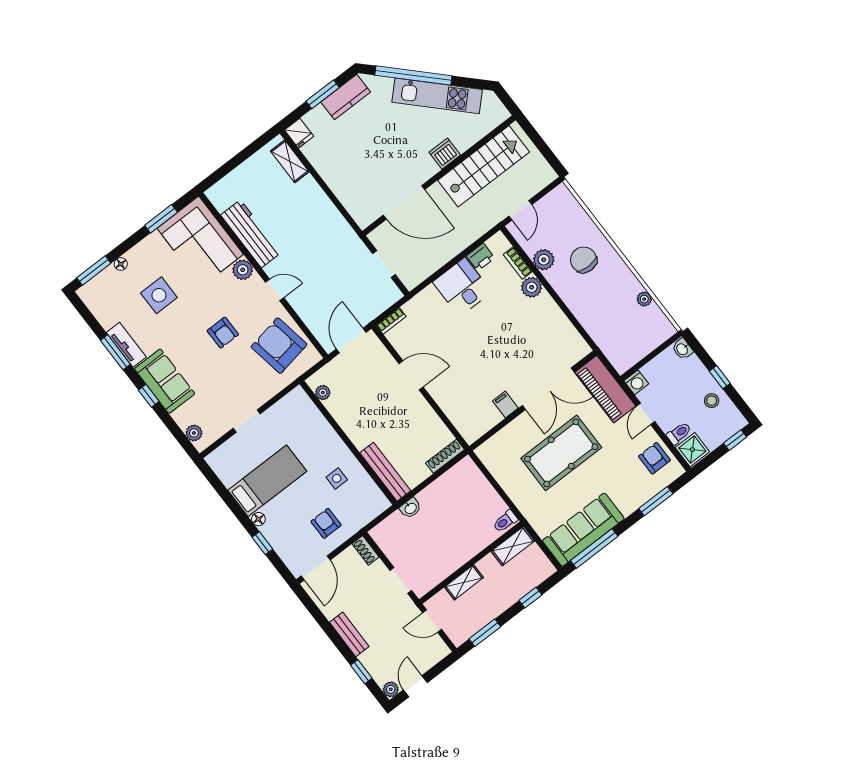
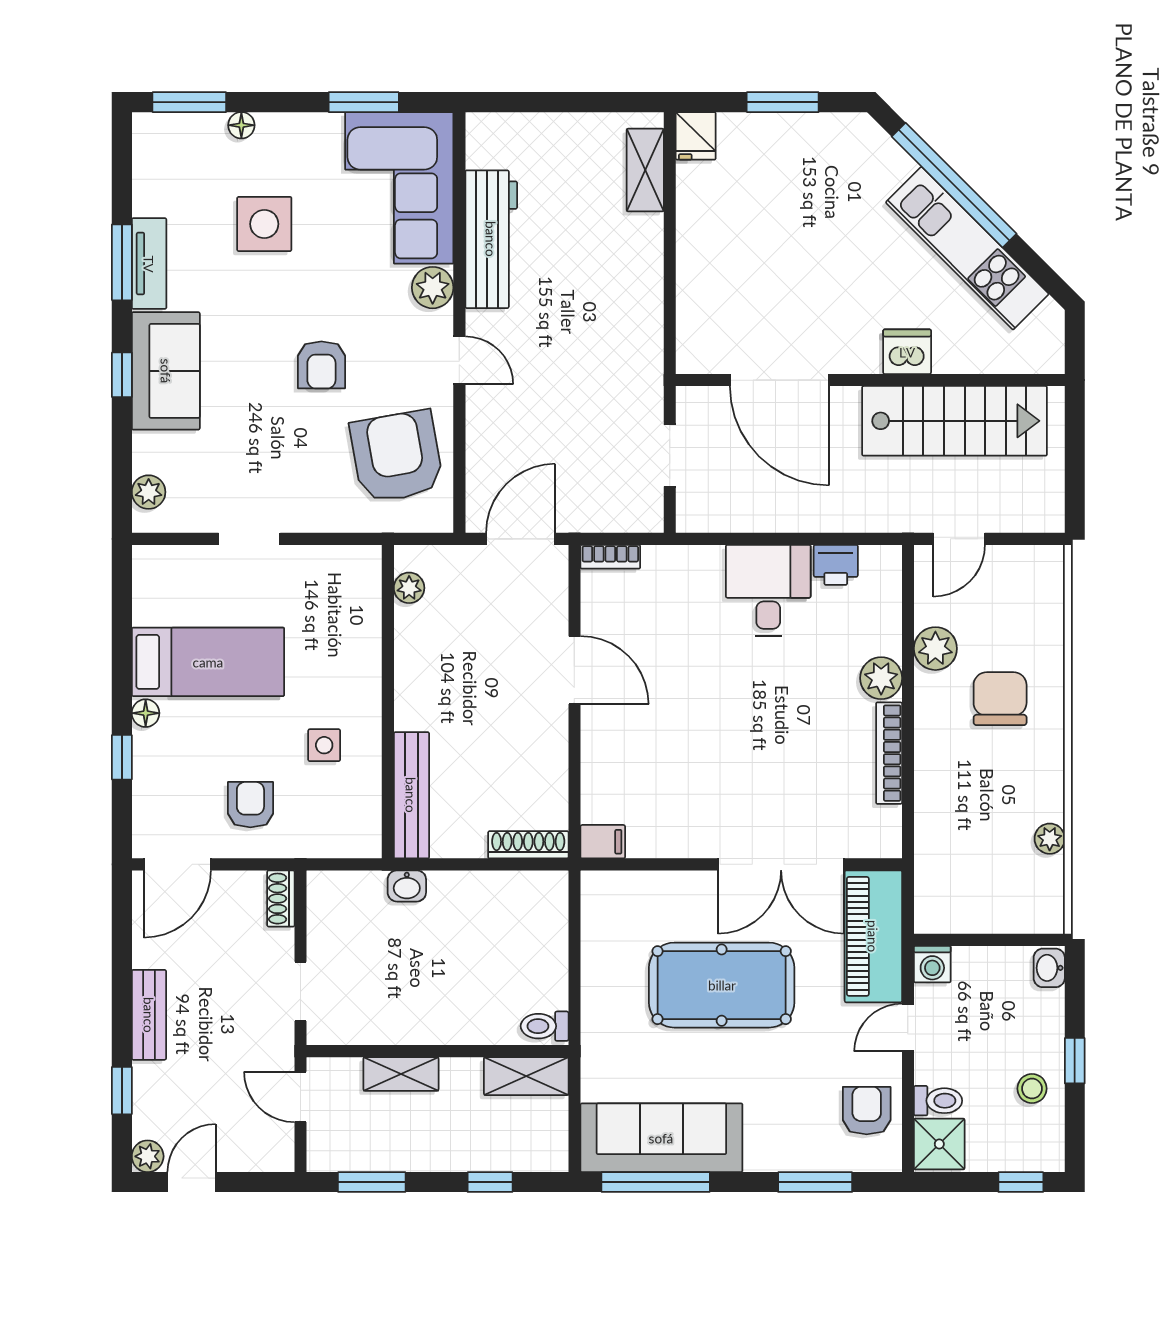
kitchen counter: (346, 97) -> (817, 135), removed
bookcase: (518, 263) -> (889, 753), moved, width x1.56
filing cabinet: (505, 404) -> (603, 842), moved, turned 90

